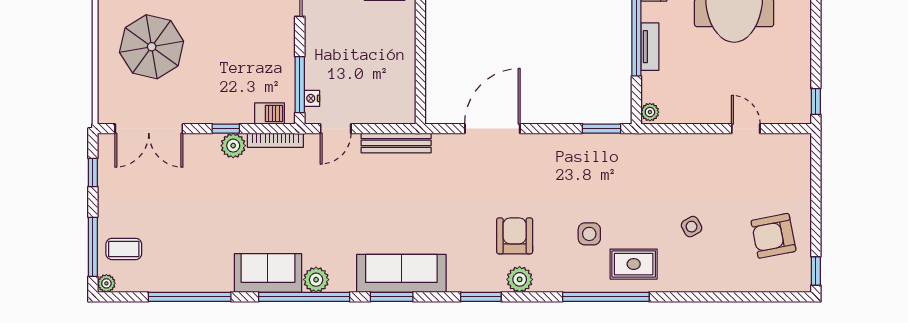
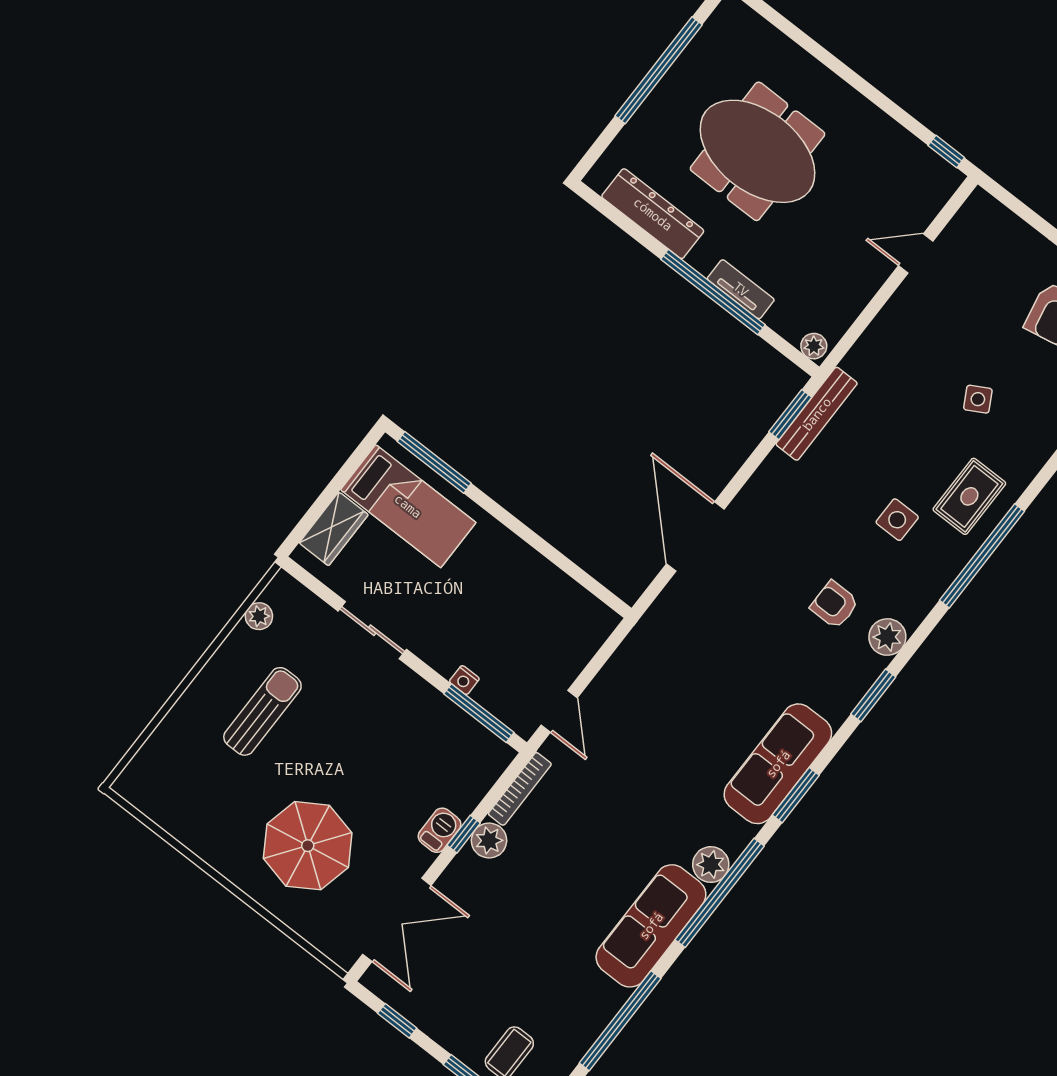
nightstand: (312, 98) -> (464, 680), moved
barbecue: (269, 114) -> (440, 830), moved
bench: (396, 143) -> (817, 414), moved
armchair: (515, 236) -> (834, 605), width x0.72, depth x0.72
sofa: (268, 273) -> (651, 926), width x1.36

